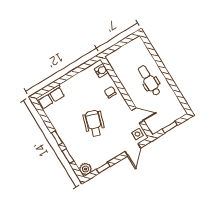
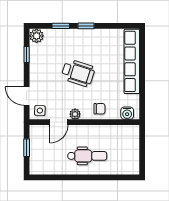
row of seats: (51, 97) -> (132, 61), width x2.02
plant: (125, 107) -> (75, 114), added

